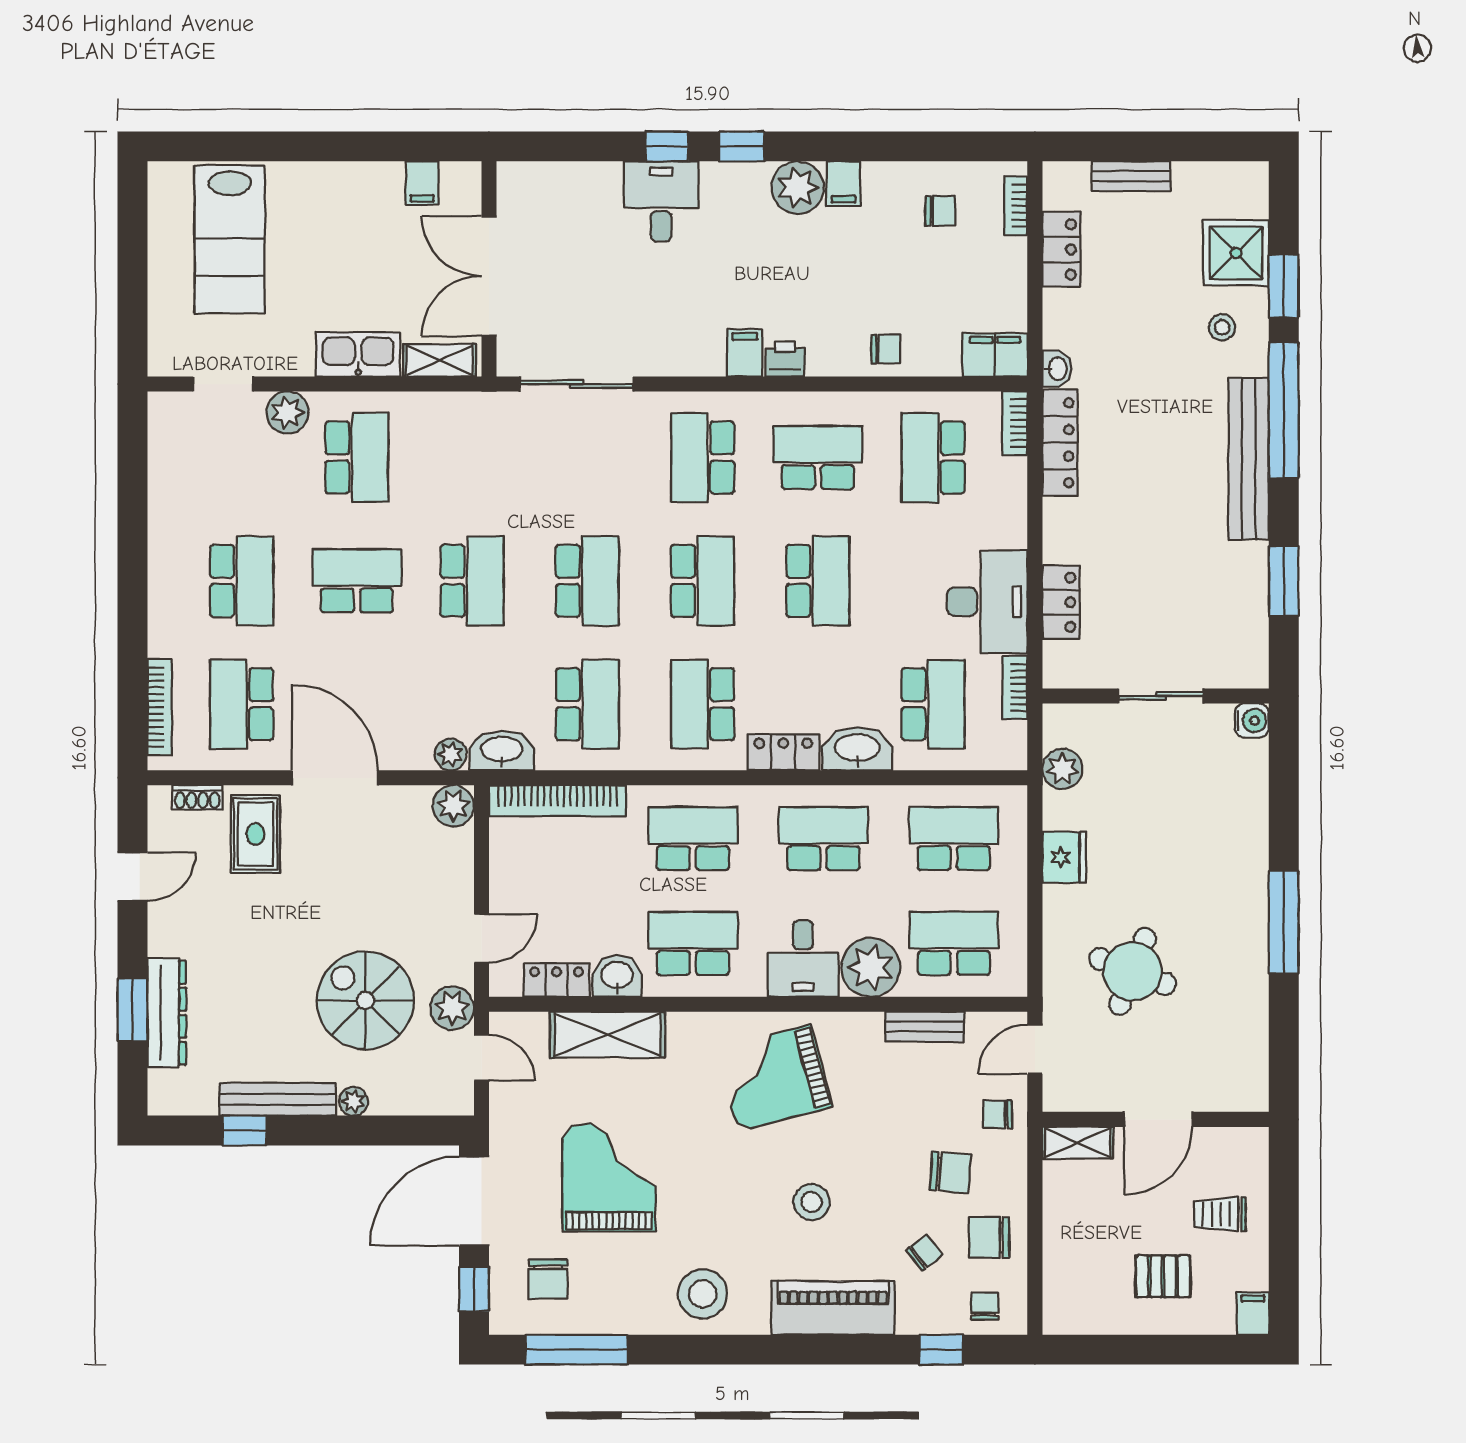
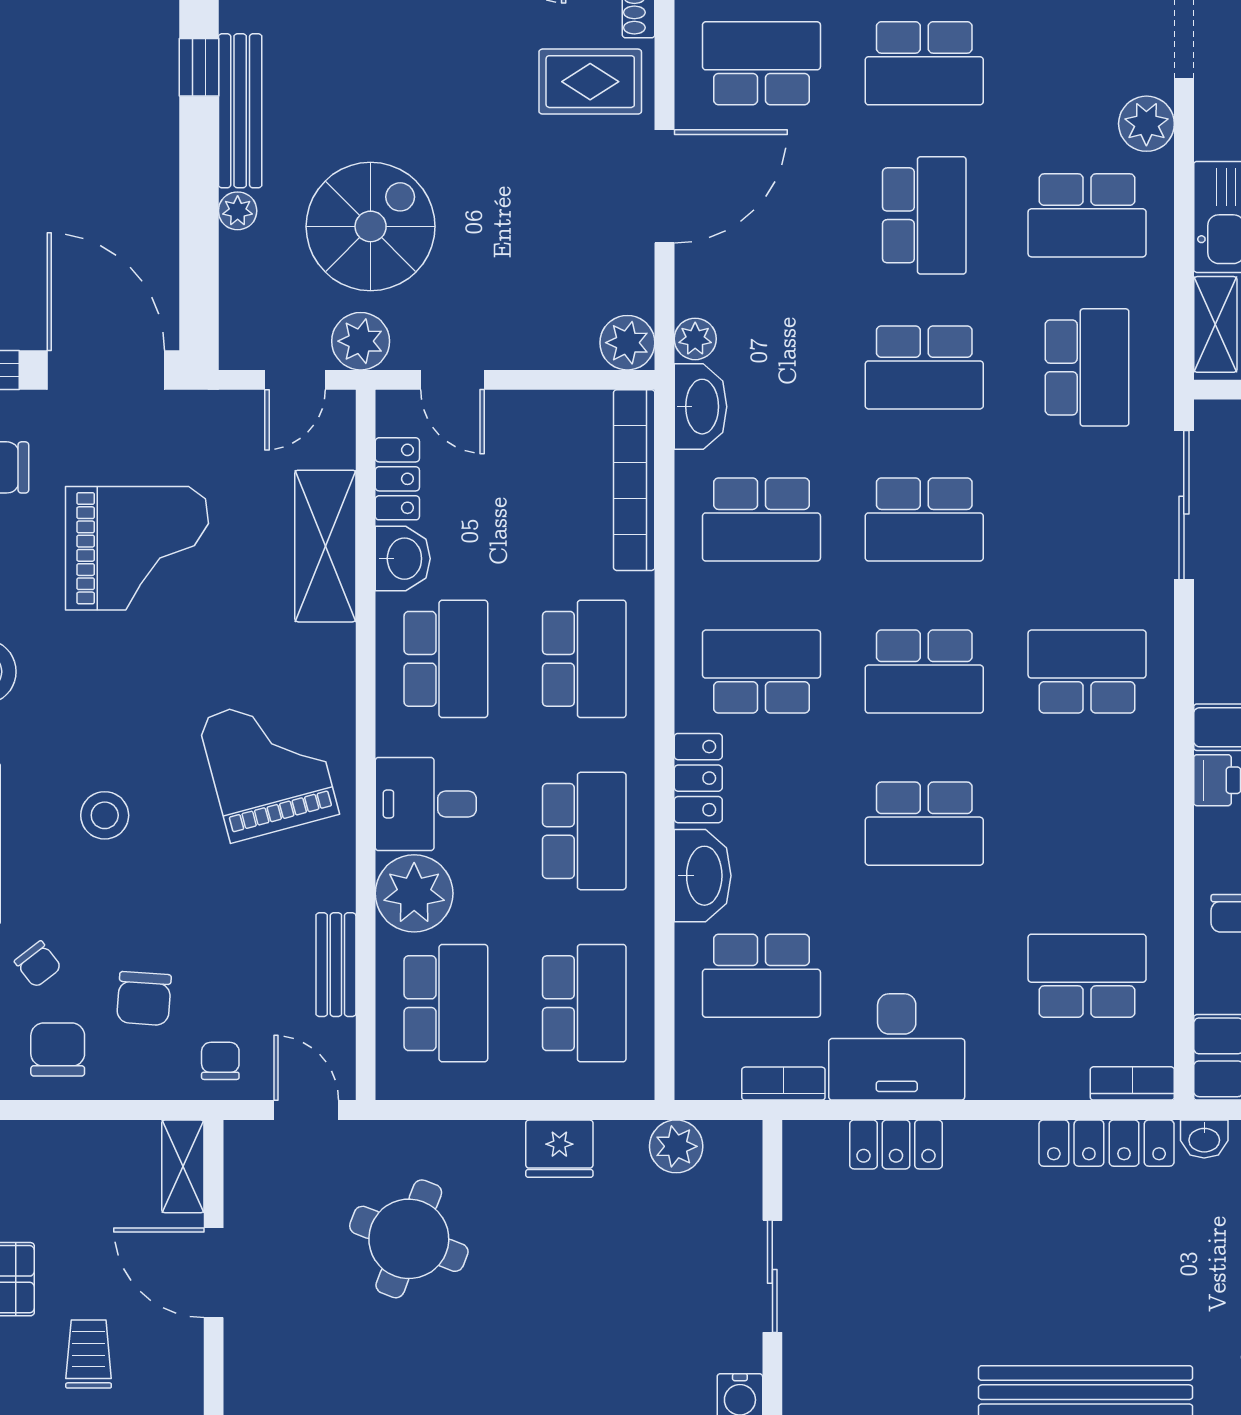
school desk: (818, 458) -> (1087, 367), moved

